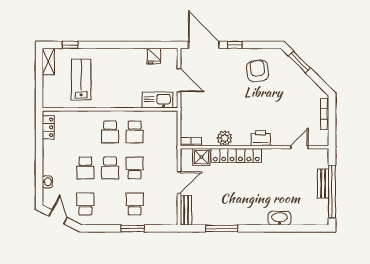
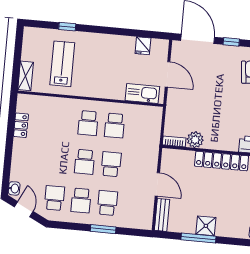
window: (70, 45) -> (67, 27), moved
shelving: (48, 61) -> (26, 76), moved
locker: (48, 127) -> (21, 125), moved
plant: (225, 138) -> (195, 140), moved
shower: (201, 157) -> (206, 226), moved
school desk: (85, 168) -> (81, 200), moved
washbasin: (47, 182) -> (14, 188), moved
door: (179, 183) -> (157, 184), hinge flipped

